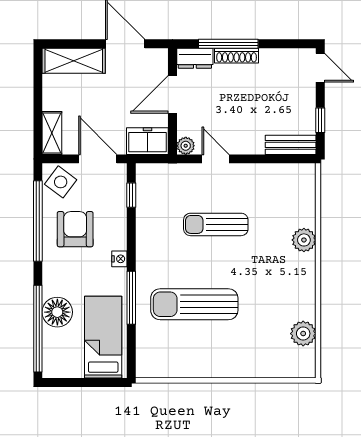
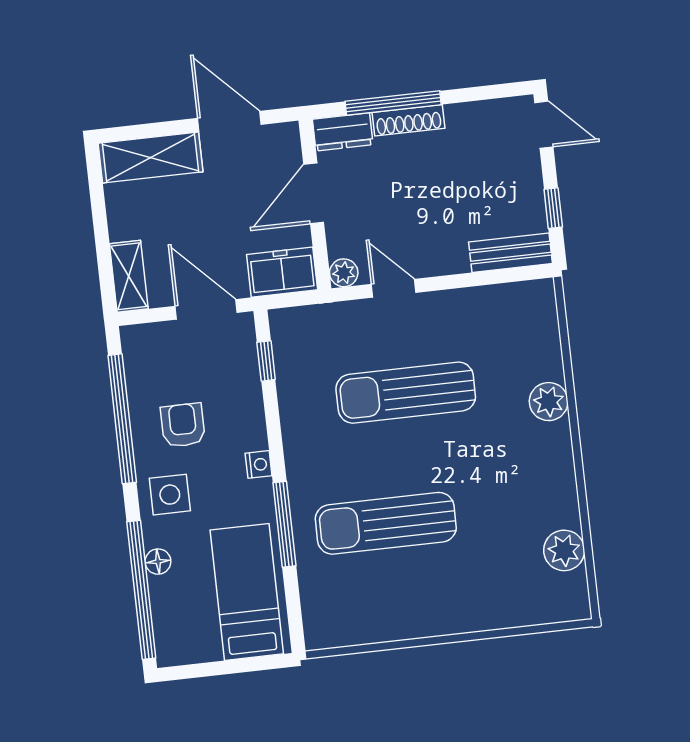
side table: (61, 182) -> (170, 495), moved, turned -37
sun lounger: (216, 224) -> (406, 393), width x1.36, depth x1.34
armchair: (75, 229) -> (183, 425), width x0.72, depth x0.72
floor lamp: (57, 312) -> (158, 562), width x0.53, depth x0.53

